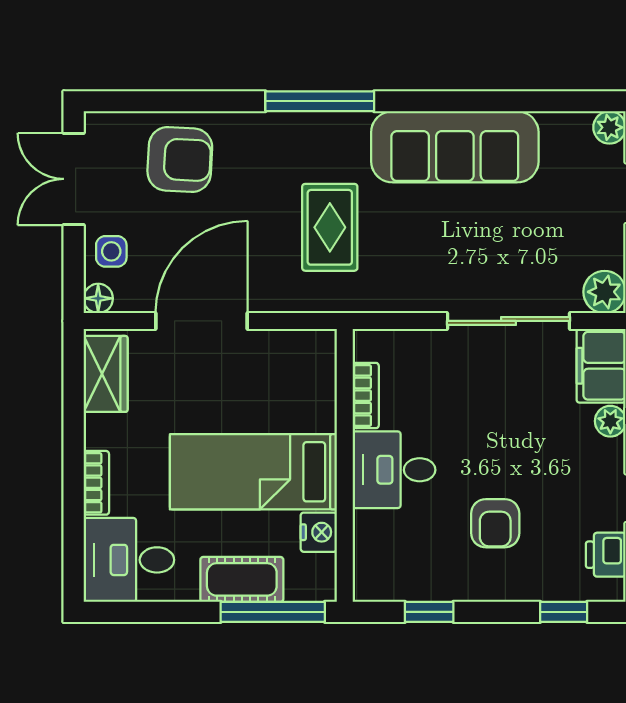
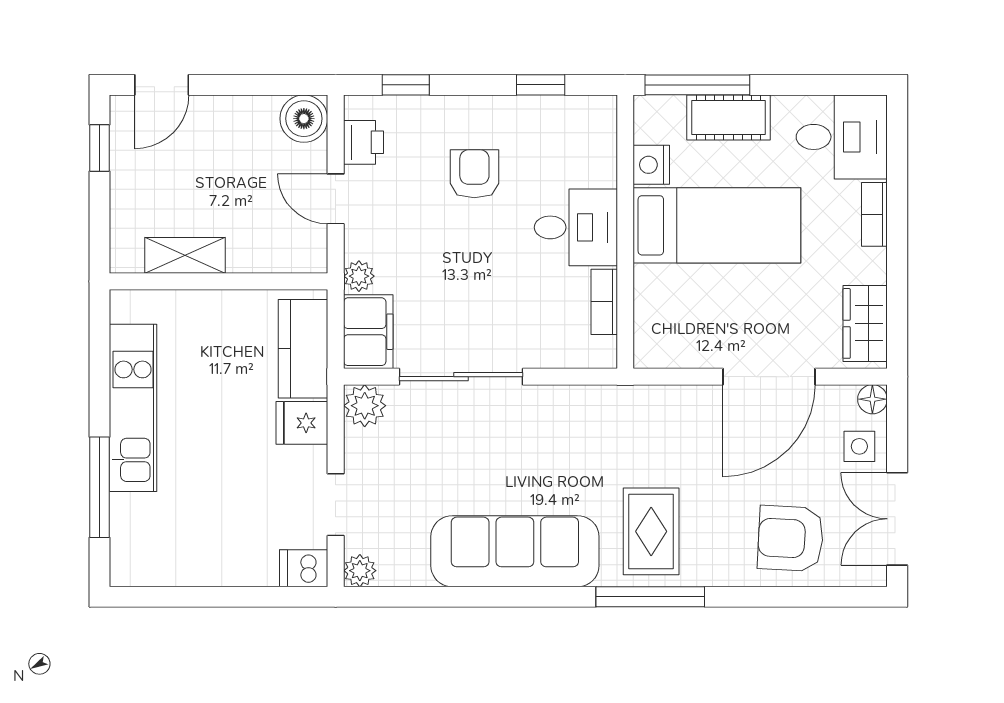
double door: (74, 179) -> (897, 519), swing flipped
rug: (330, 227) -> (651, 531), moved

